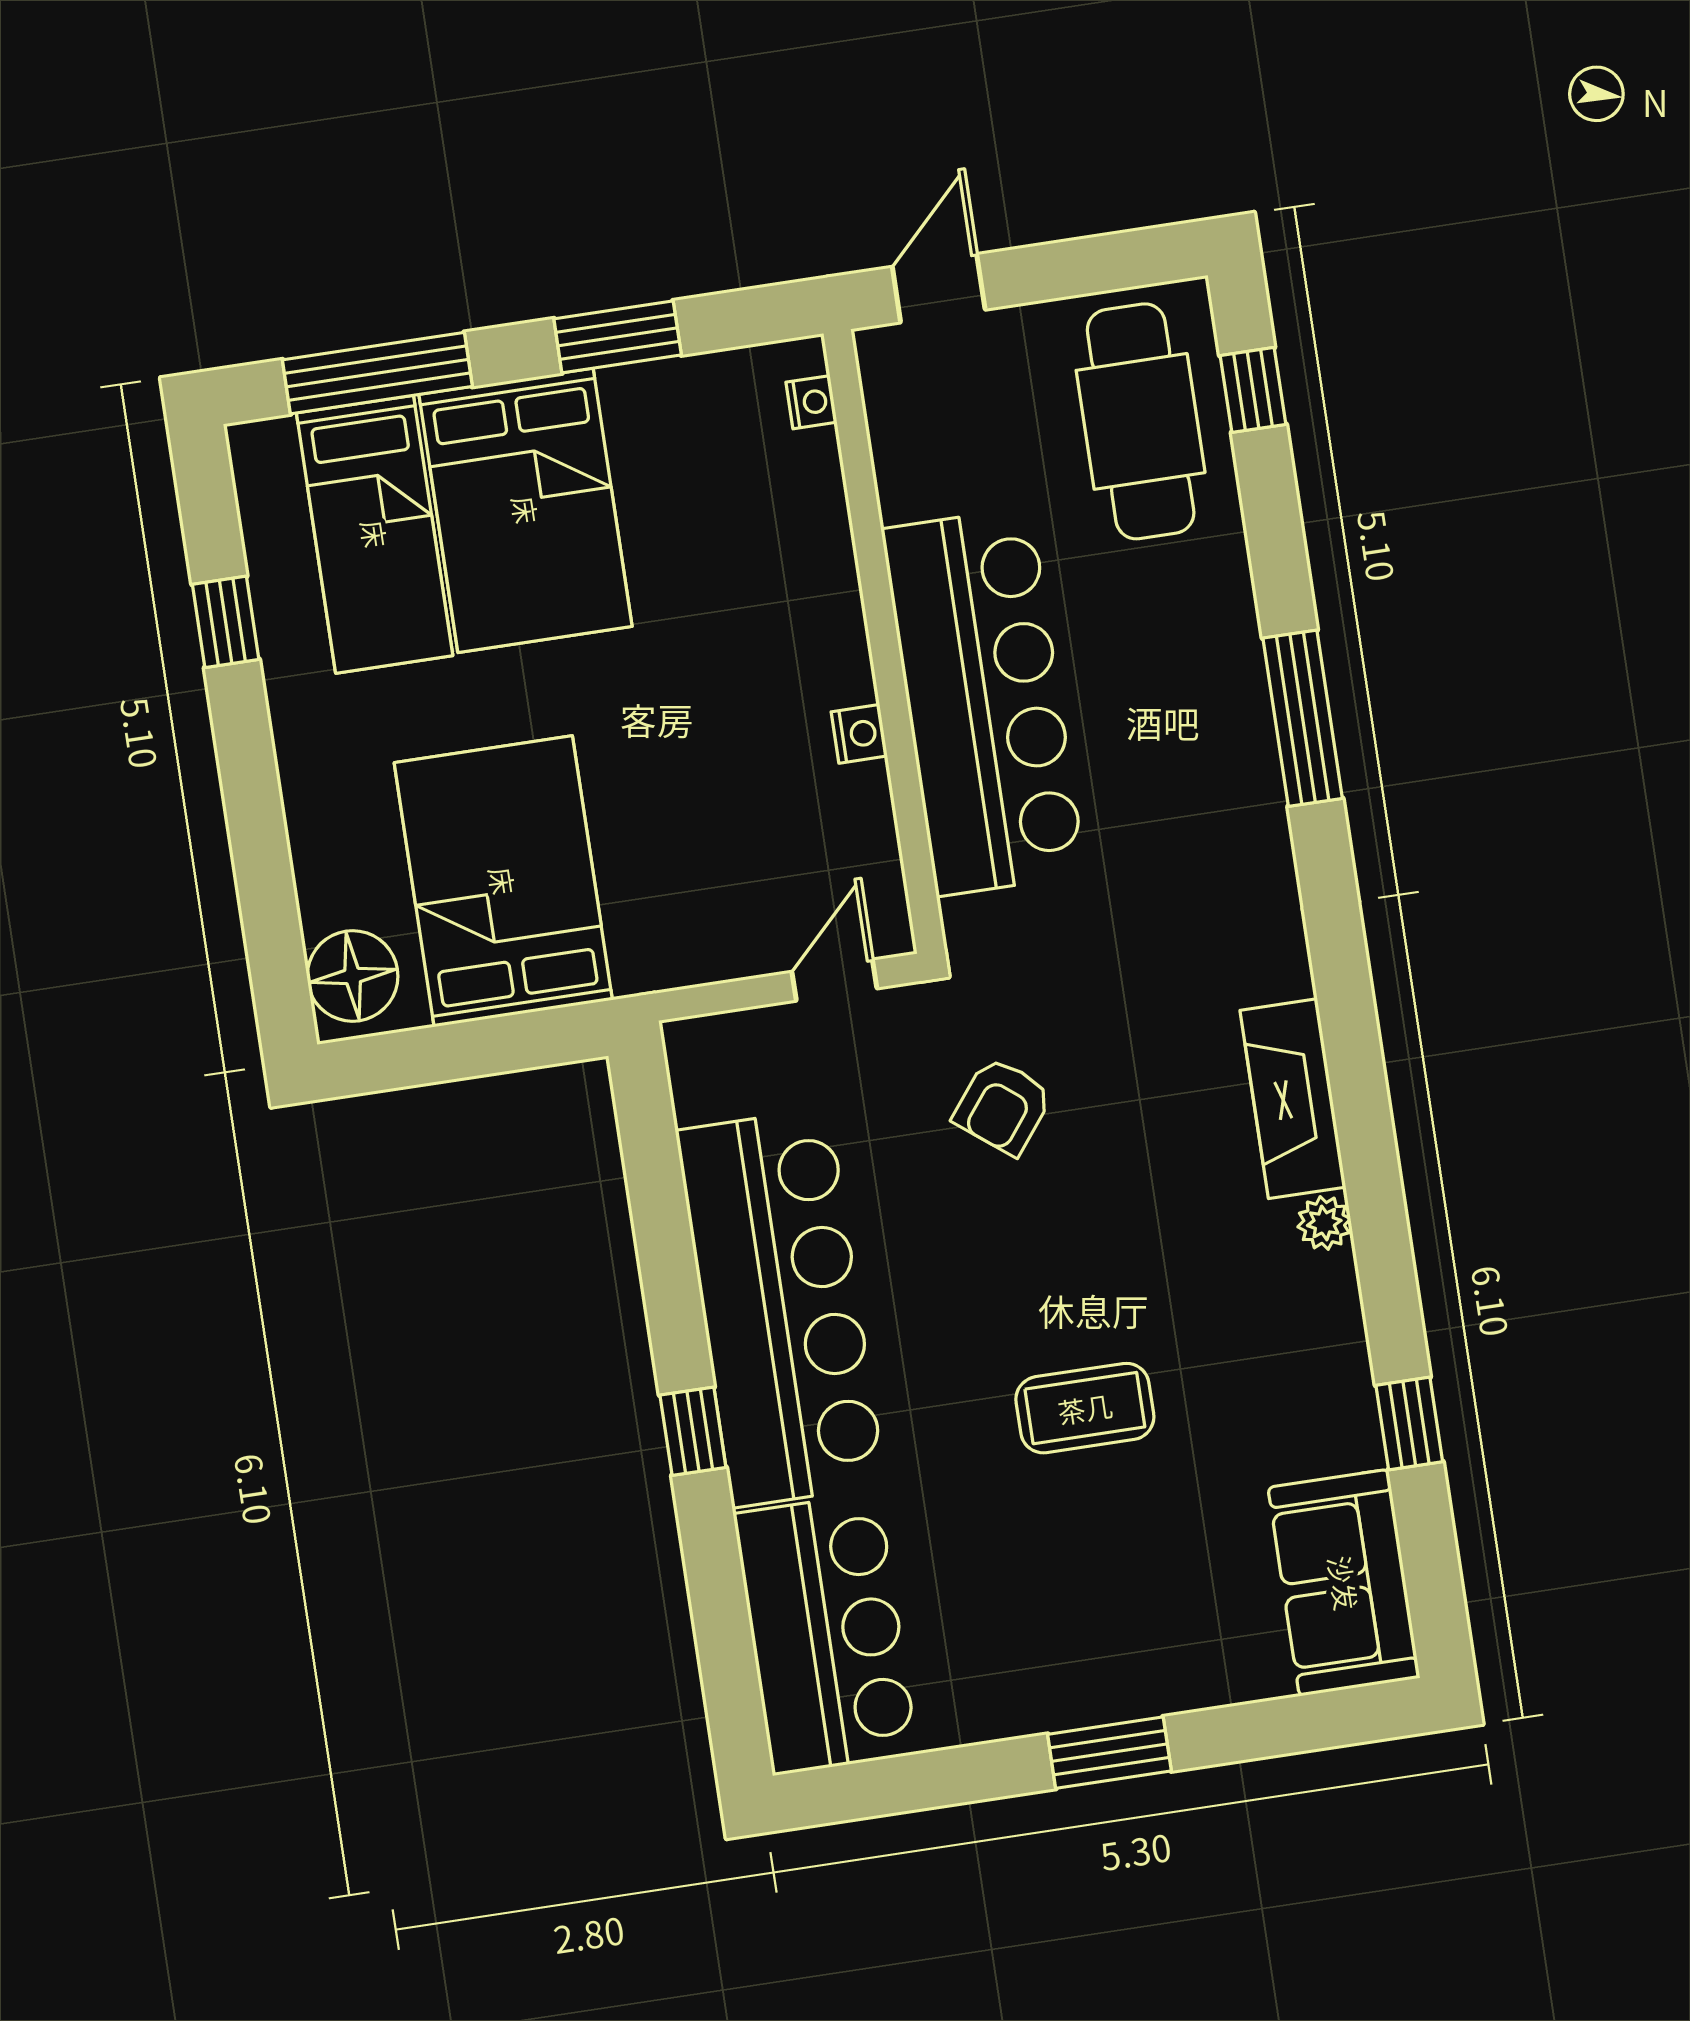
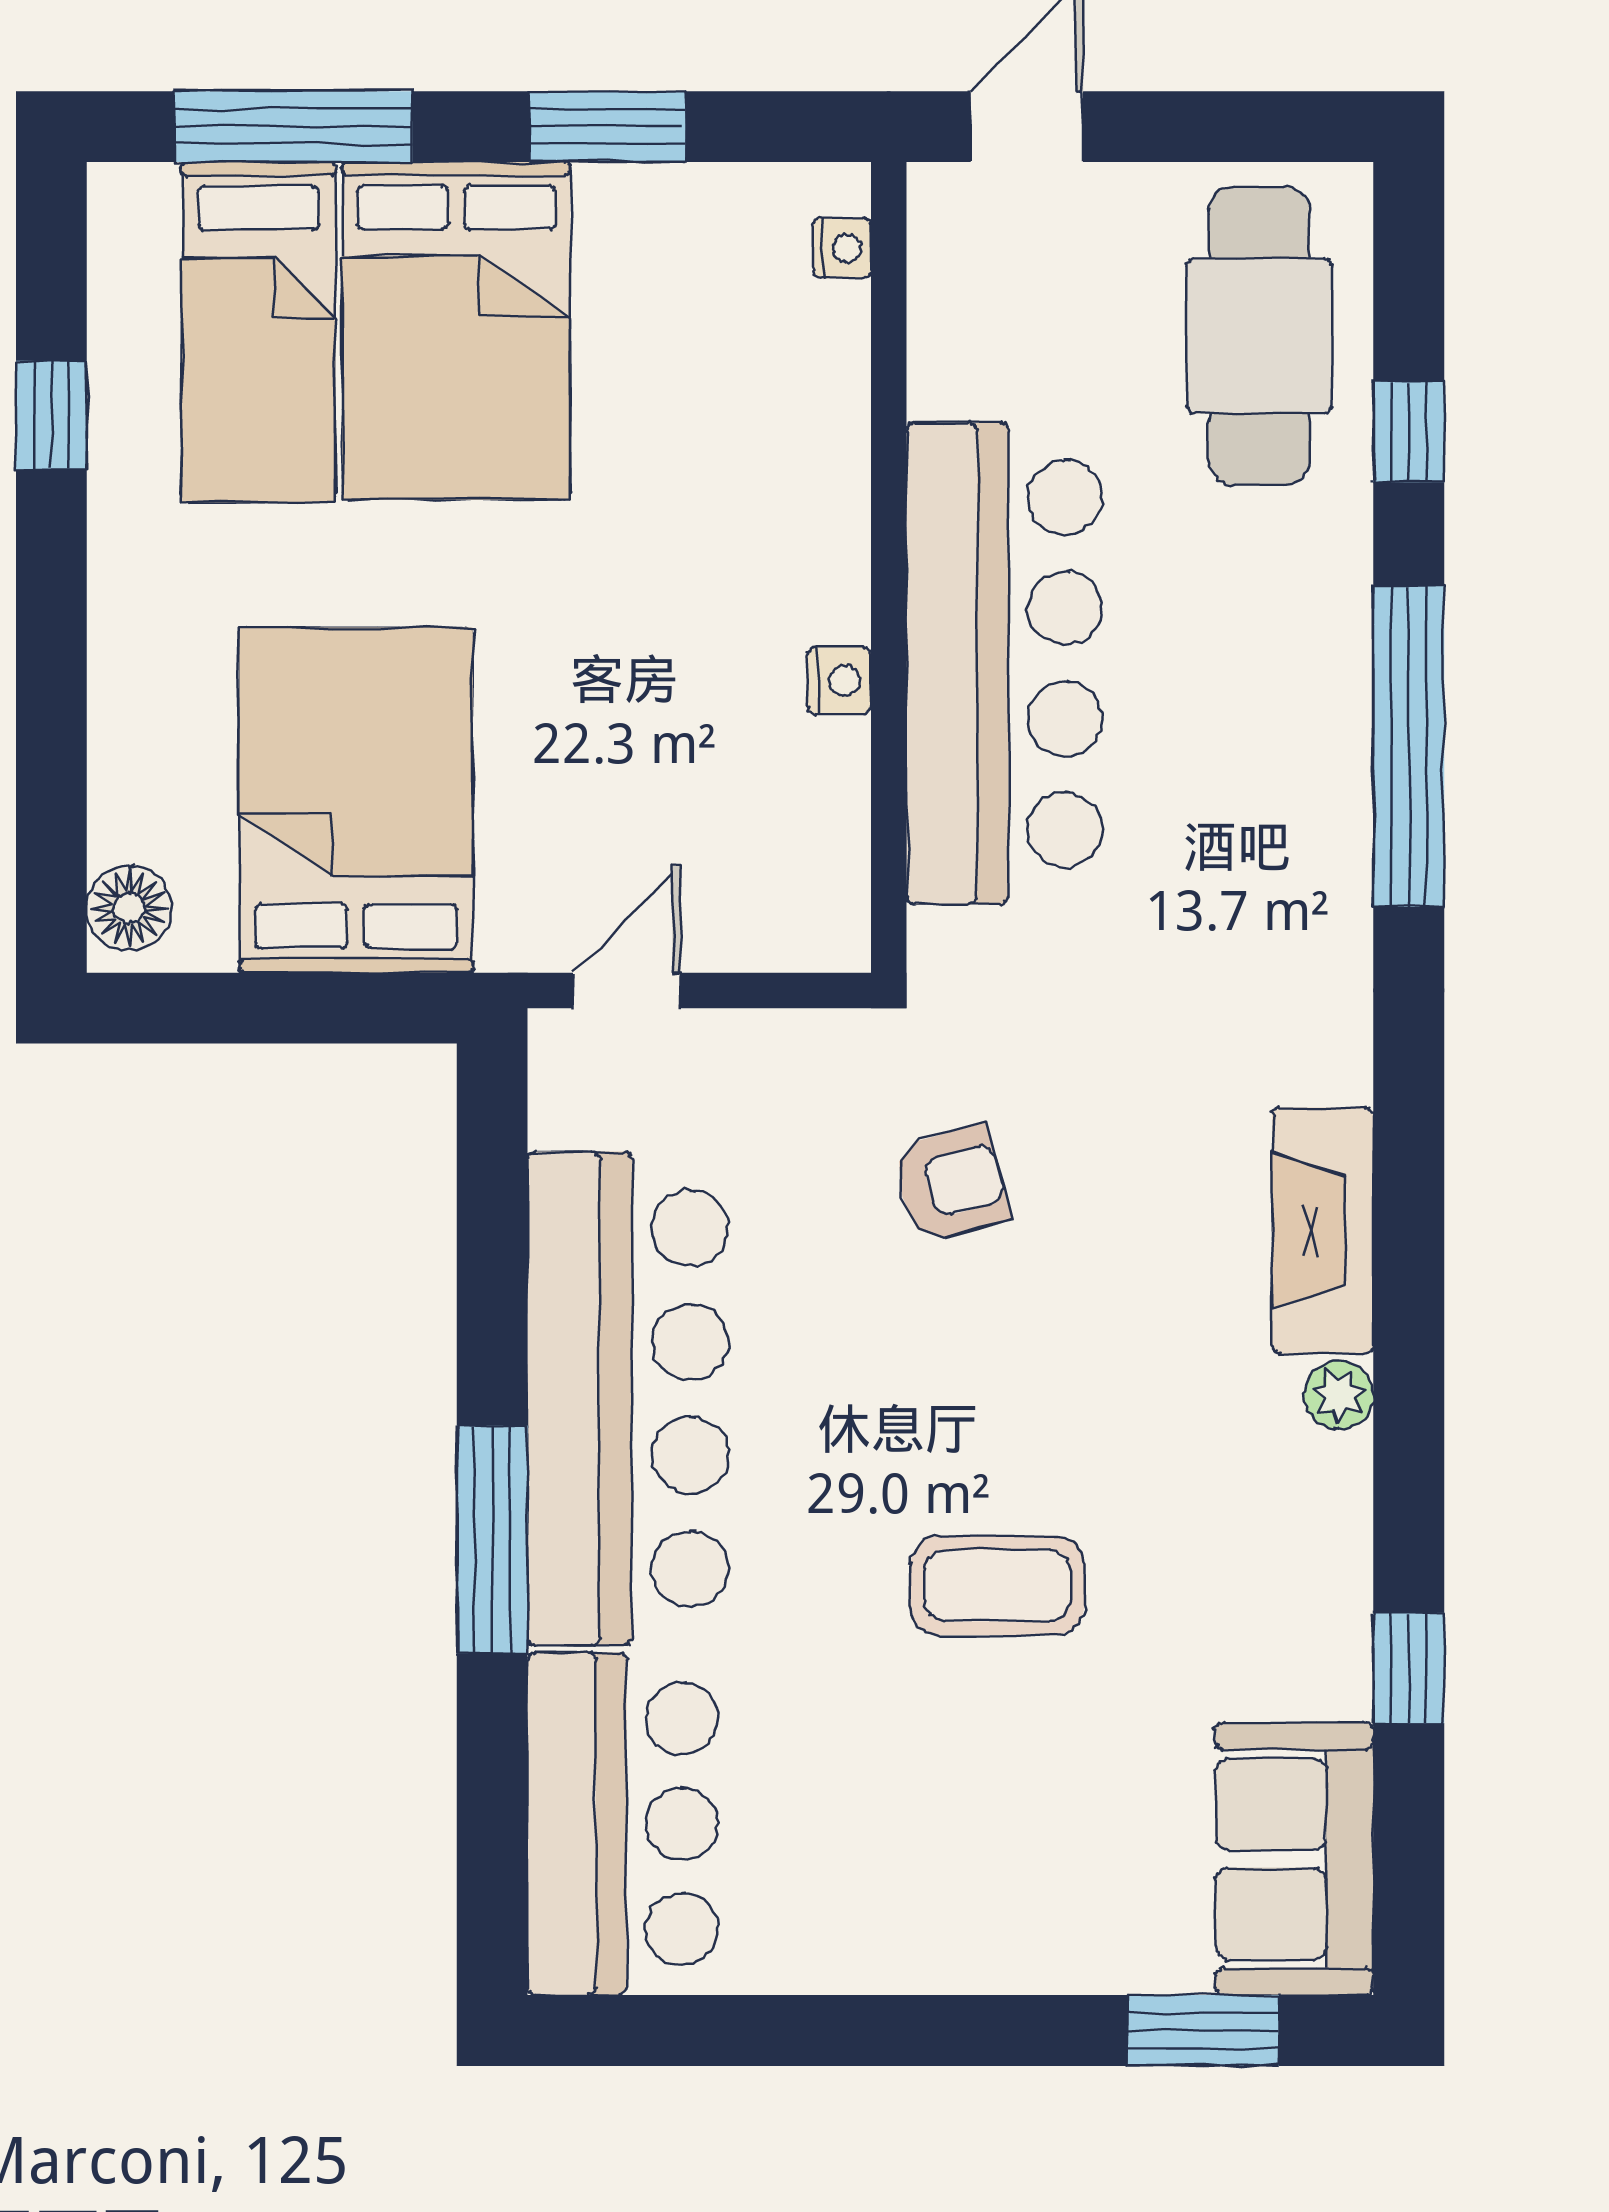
window: (1253, 390) -> (1409, 432), moved
window: (1303, 718) -> (1409, 746), width x1.46
floor lamp: (353, 976) -> (129, 908), width x0.73, depth x0.73
door: (834, 980) -> (627, 990), moved
armchair: (1003, 1106) -> (951, 1184), turned -143
window: (693, 1431) -> (492, 1539), width x2.17
window: (1109, 1753) -> (1203, 2031), moved

